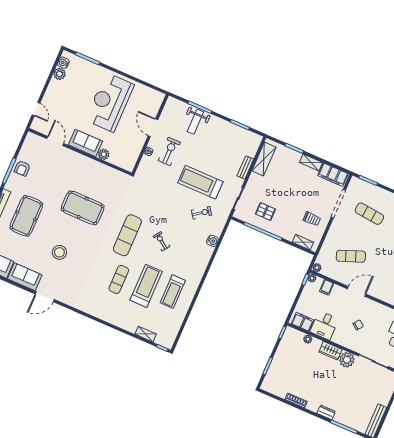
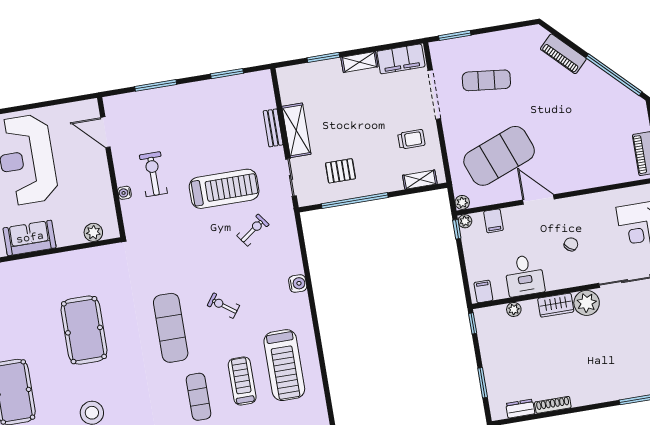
weight bench: (195, 122) -> (163, 109), removed
door: (153, 128) -> (105, 132), moved
plant: (104, 154) -> (93, 232), moved
shelving: (264, 159) -> (296, 130), moved
treadmill: (200, 182) -> (224, 189), turned 180
pool table: (83, 208) -> (84, 330), turned 90
water cooler: (212, 241) -> (298, 284), moved
exercise mat: (351, 256) -> (499, 156), width x2.00, depth x1.45
treadmill: (146, 286) -> (242, 381), width x0.73, depth x0.73
door: (356, 291) -> (538, 199), hinge flipped
treadmill: (173, 292) -> (284, 365), width x1.37, depth x1.38
filing cabinet: (303, 322) -> (483, 291), width x0.50
dresser: (326, 412) -> (520, 409), moved

